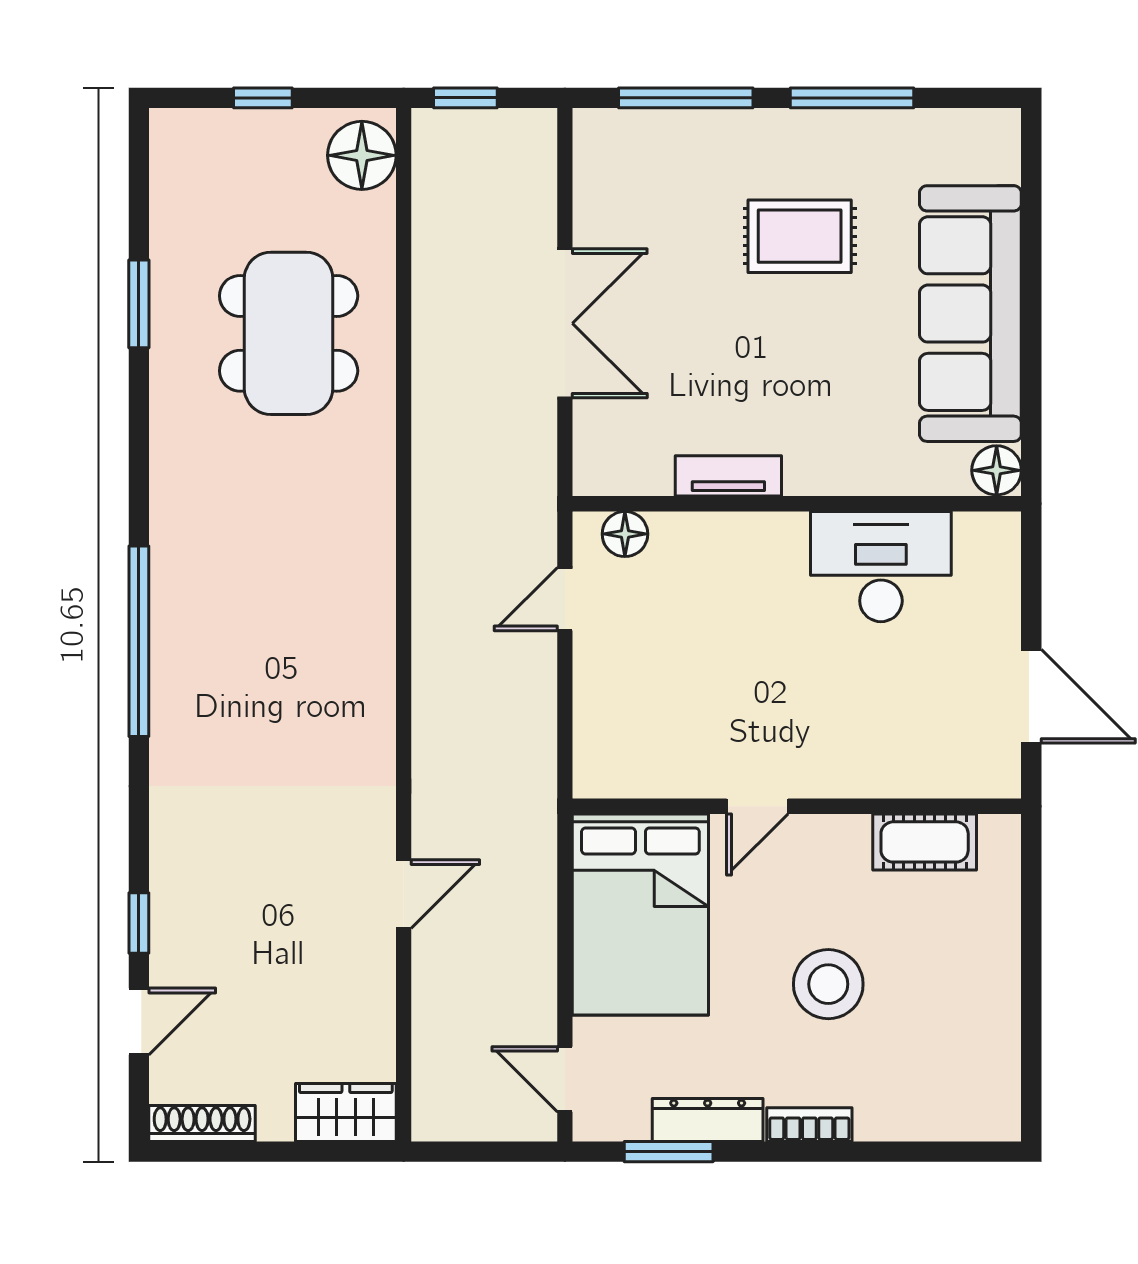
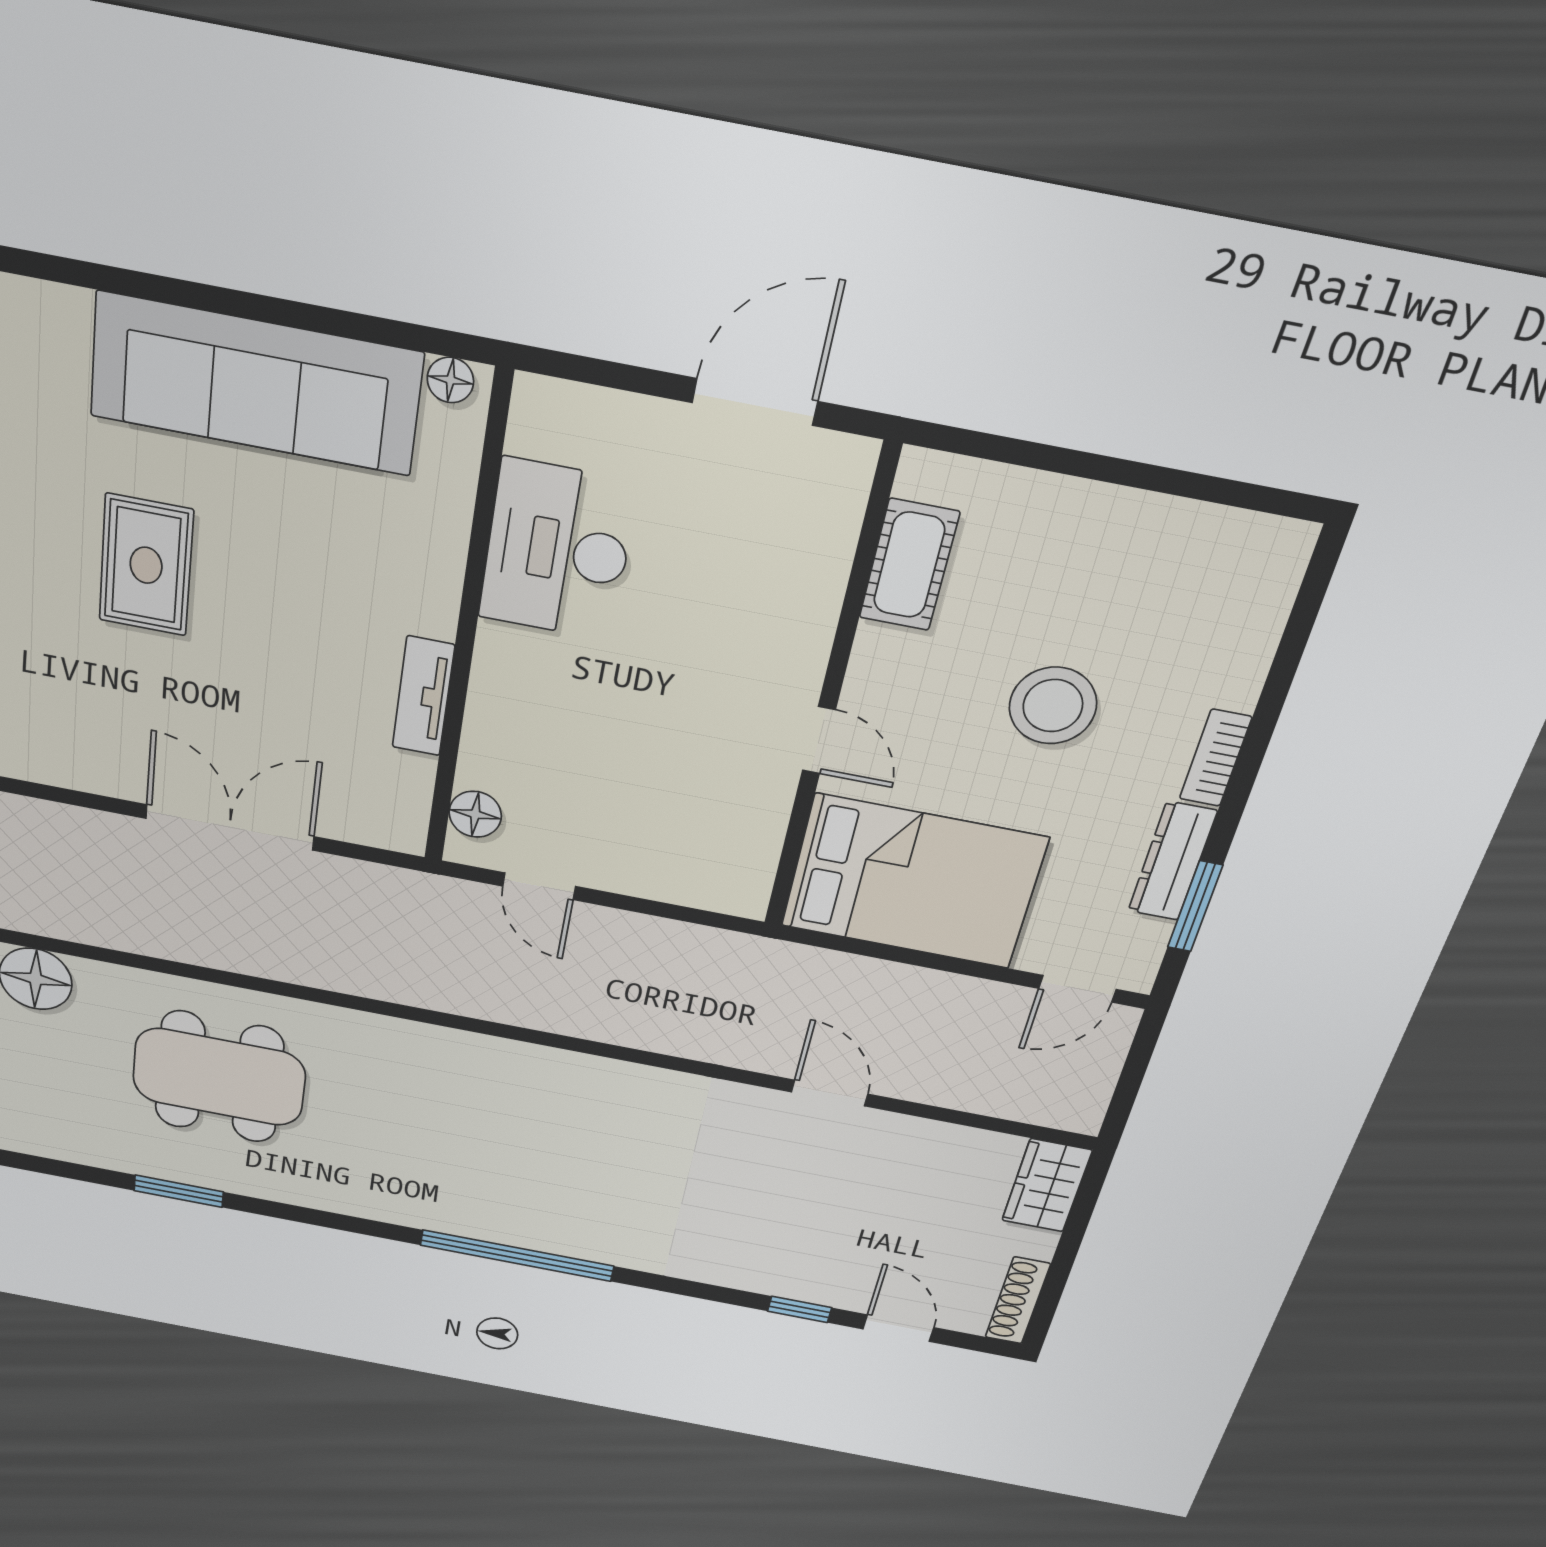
floor lamp: (997, 470) -> (450, 380), width x0.73, depth x0.73

